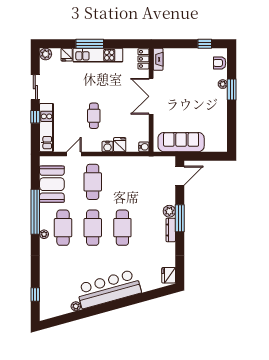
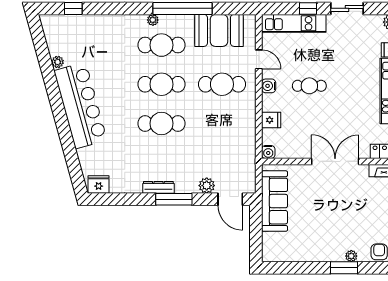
water cooler: (108, 147) -> (269, 86), moved
plant: (169, 211) -> (207, 186), moved

